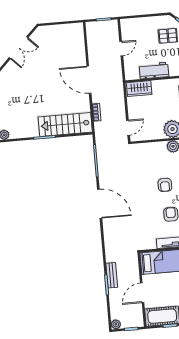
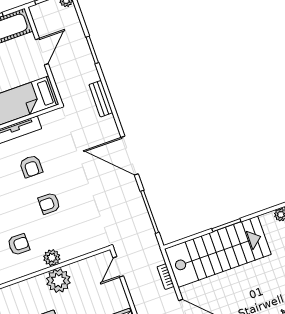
stairs: (65, 124) -> (218, 252), width x1.36, depth x1.51
armchair: (165, 185) -> (49, 203), turned -90
bench: (112, 275) -> (101, 99), moved

